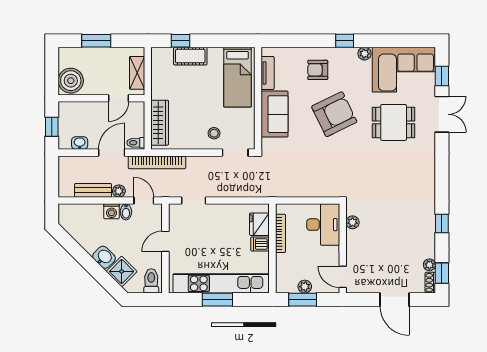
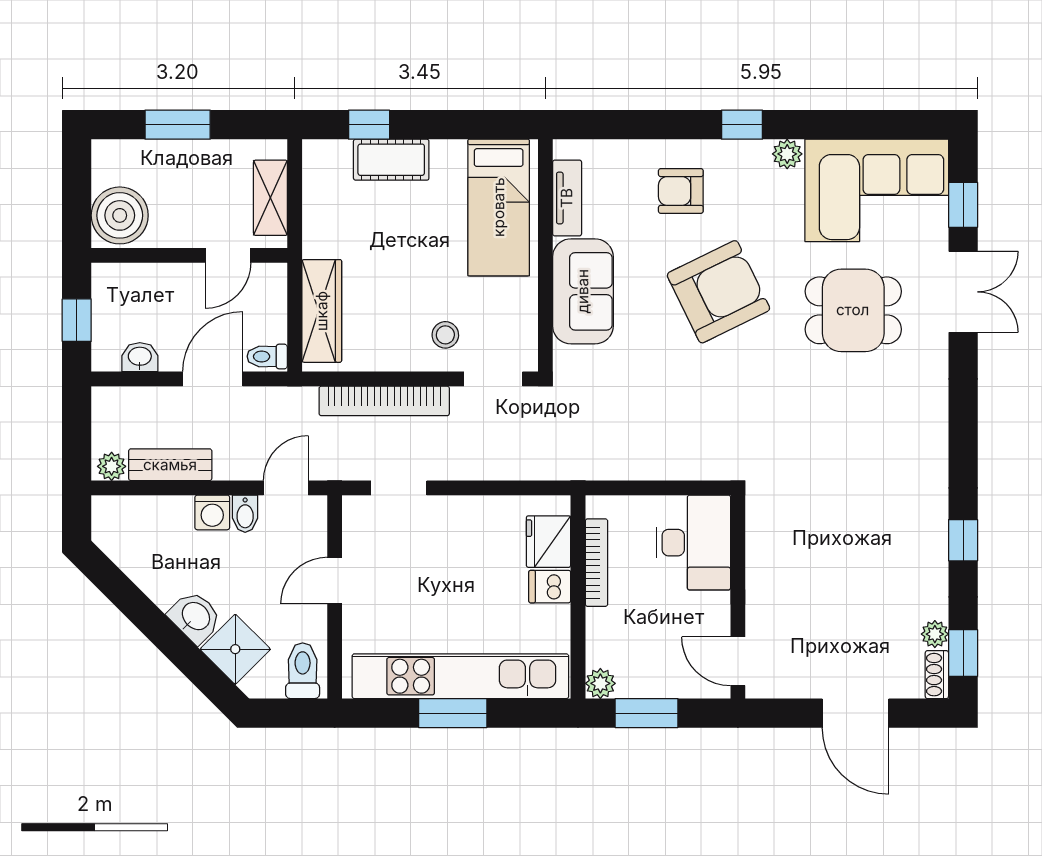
bookcase: (157, 162) -> (384, 401), moved
plant: (119, 191) -> (112, 466), moved
door: (144, 201) -> (286, 488), hinge flipped
plant: (353, 222) -> (760, 537), removed
plant: (305, 287) -> (600, 683), moved

